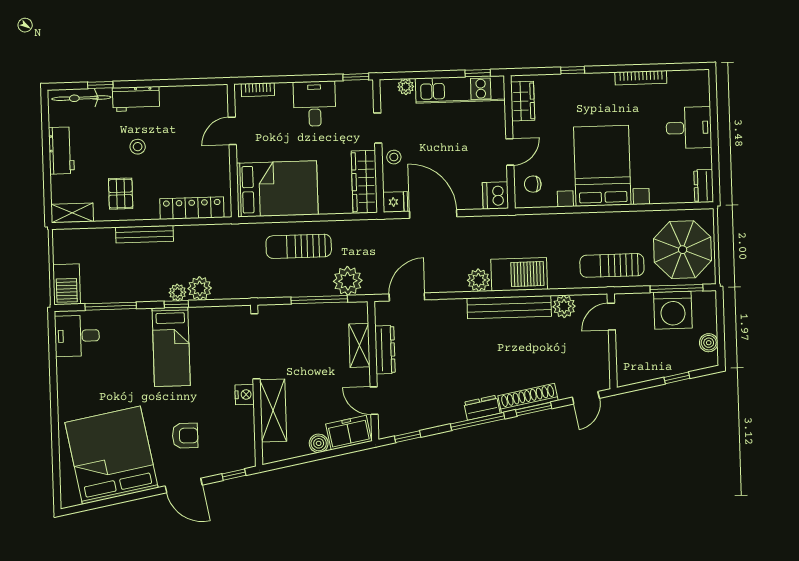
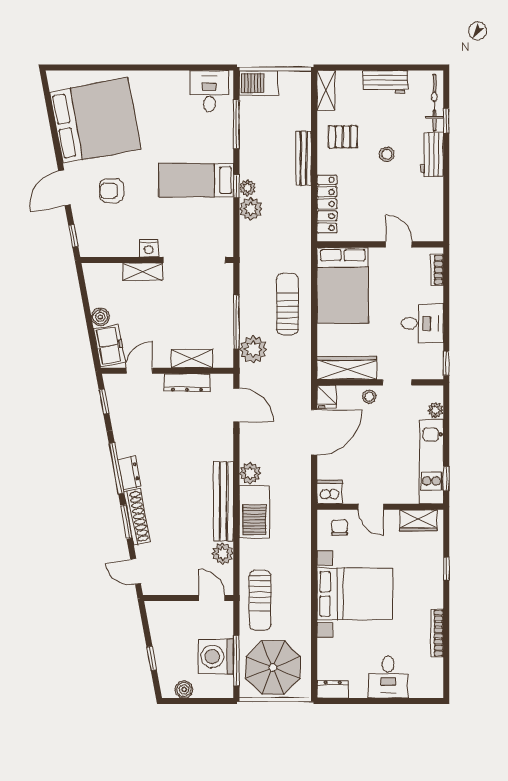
sun lounger: (612, 265) -> (260, 600), turned 180
shelving: (273, 410) -> (143, 272), width x0.67, depth x0.75
armchair: (185, 436) -> (112, 191), turned 90

